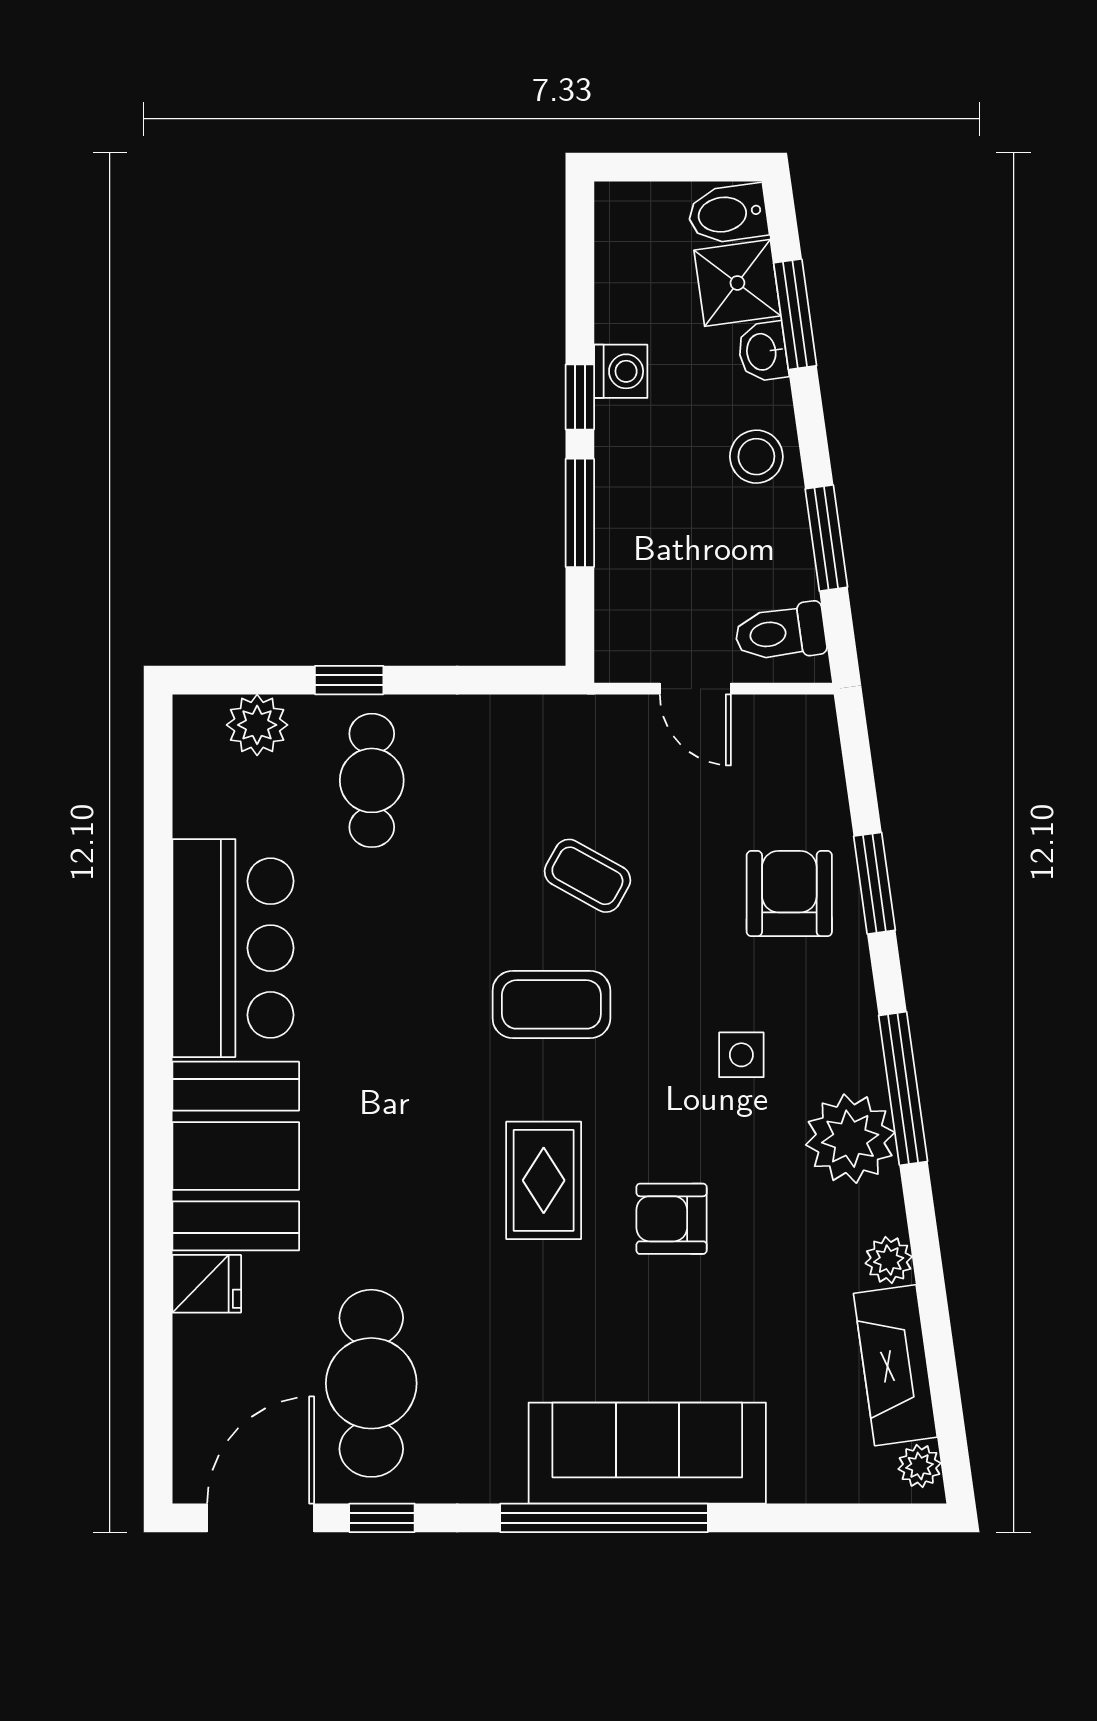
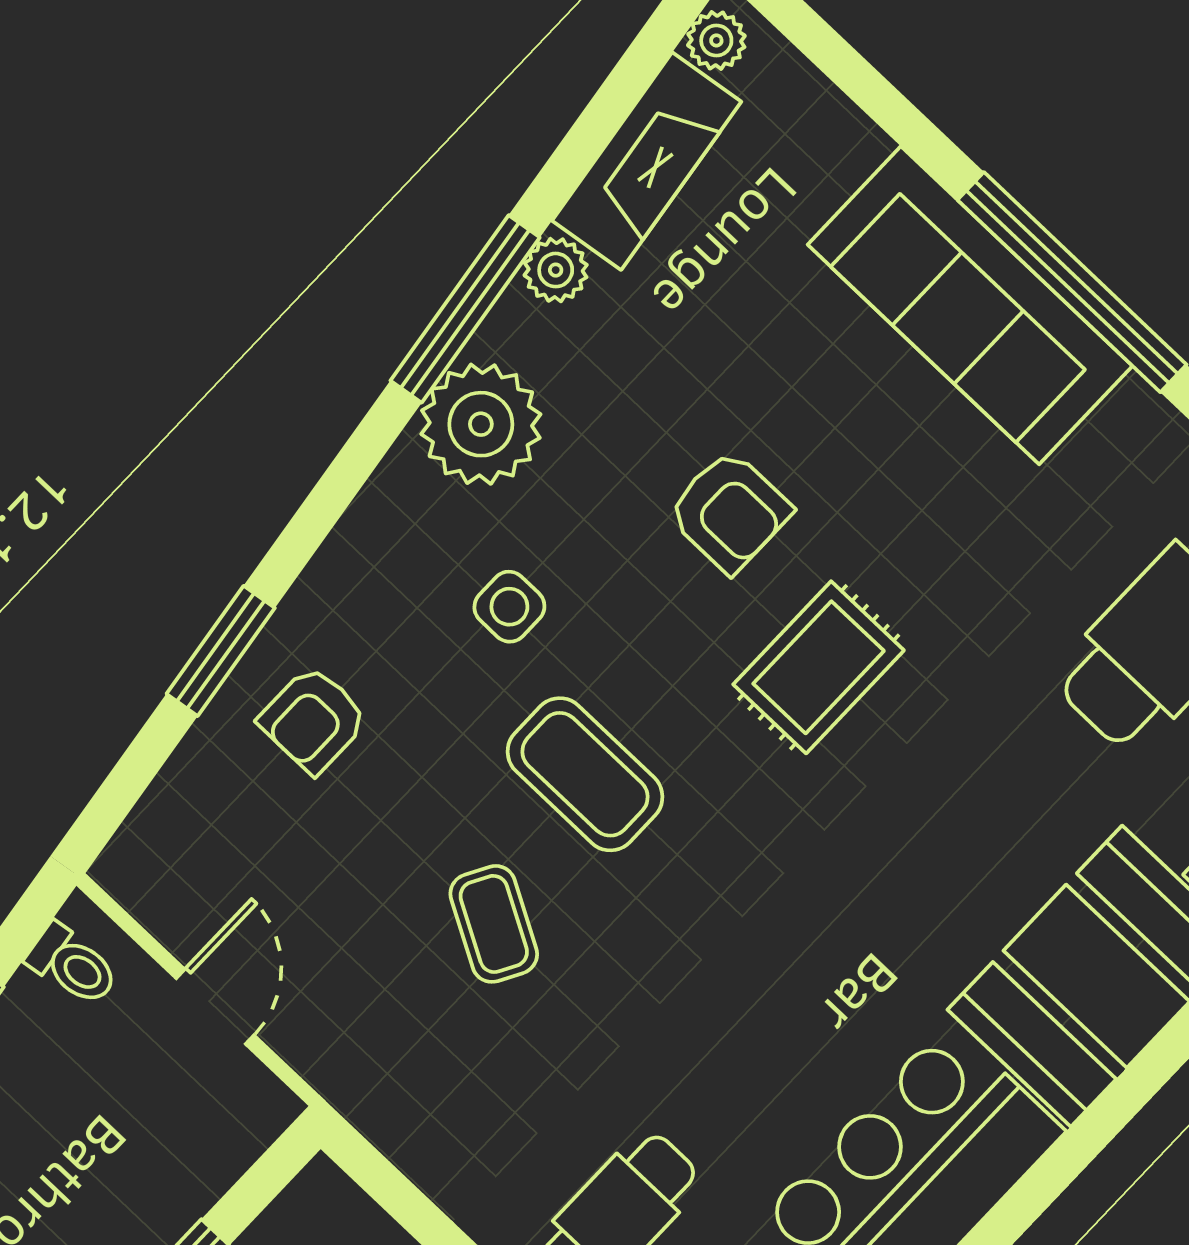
toilet: (780, 633) -> (73, 965), width x0.73, depth x0.72
armchair: (789, 894) -> (313, 720), width x0.72, depth x0.72
coffee table: (551, 1004) -> (585, 774), moved
window: (903, 1088) -> (465, 309), moved

